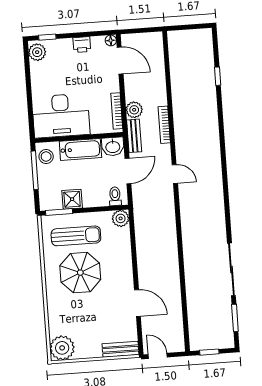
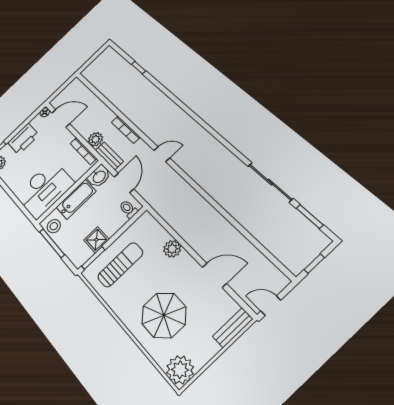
printer: (82, 45) -> (23, 139), width x1.87, depth x1.48
plant: (121, 218) -> (172, 249), moved
parasol: (80, 273) -> (164, 315), moved

